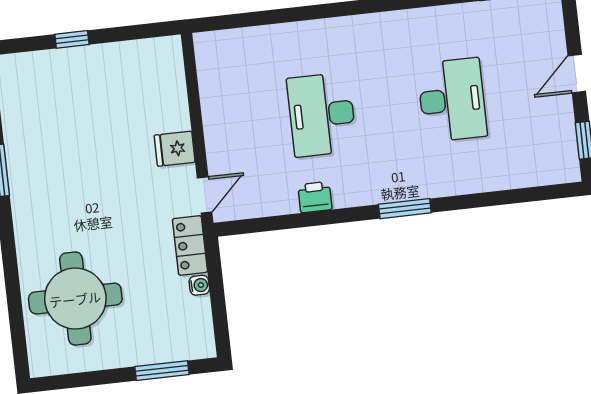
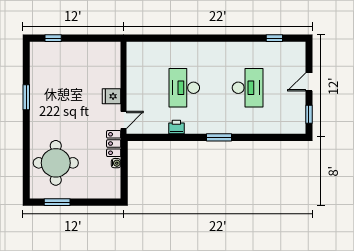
window: (72, 39) -> (53, 38), moved
window: (162, 371) -> (57, 202), moved

